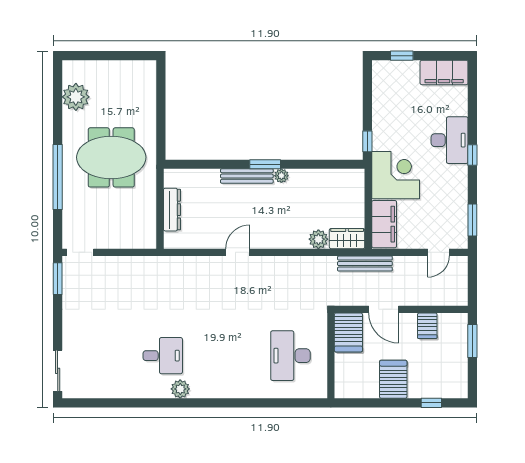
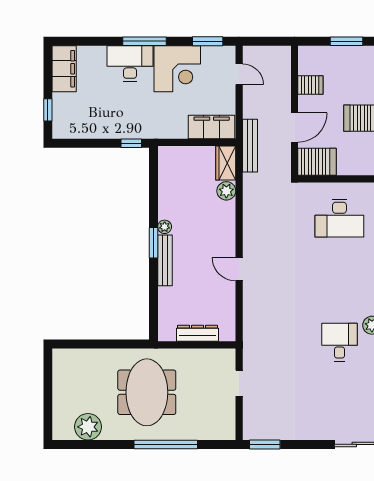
window: (472, 155) -> (144, 41), width x2.17
corner desk: (396, 175) -> (177, 69), moved, turned 180
doorway: (80, 252) -> (239, 383), moved
window: (472, 341) -> (347, 41), moved

